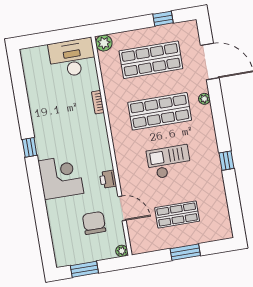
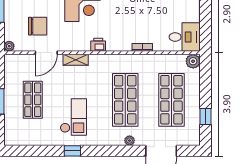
desk: (72, 58) -> (185, 37), width x0.73
checkout: (169, 162) -> (73, 117), moved
shelving: (124, 174) -> (76, 60), added
printer: (108, 179) -> (98, 45), moved

